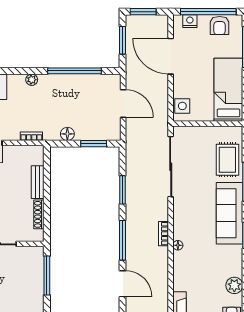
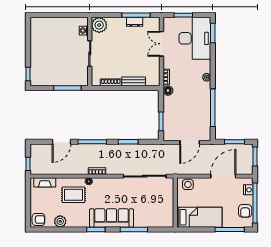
armchair: (220, 26) -> (245, 211), turned -90
floor lamp: (67, 134) -> (168, 91), moved
rug: (227, 160) -> (73, 195), moved

